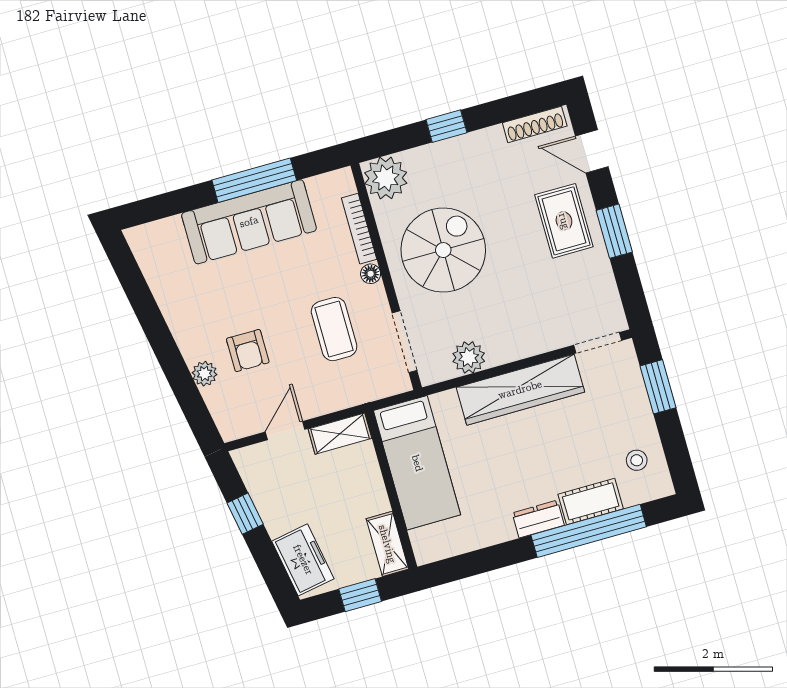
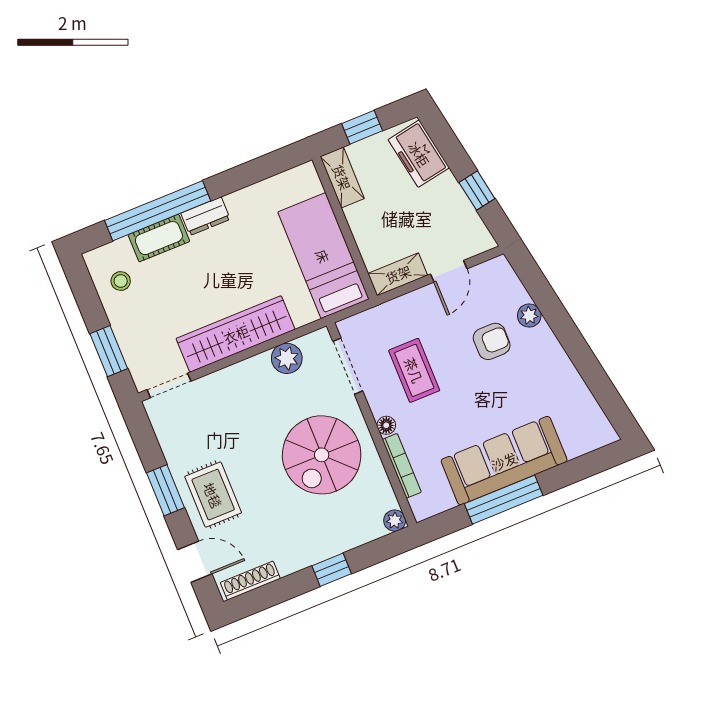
plant: (386, 178) -> (395, 521), width x0.53, depth x0.53
armchair: (248, 351) -> (492, 341), turned 90

